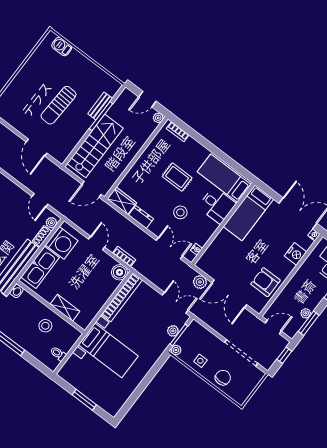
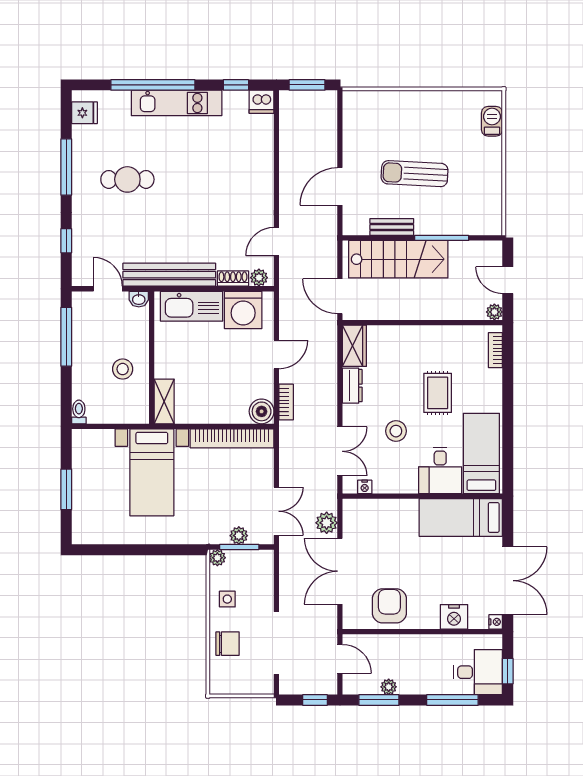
bench: (100, 106) -> (392, 227), moved
shelving: (65, 308) -> (164, 401), moved
toilet: (58, 354) -> (79, 412), moved

